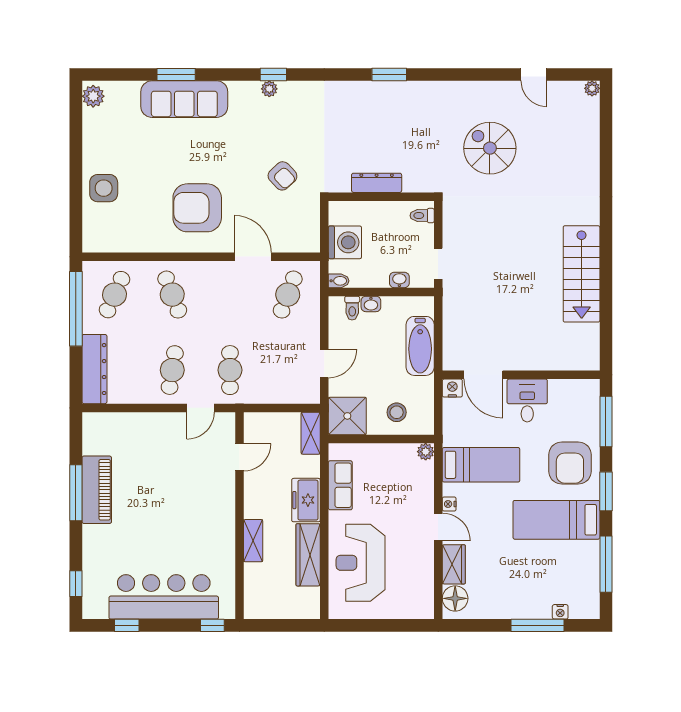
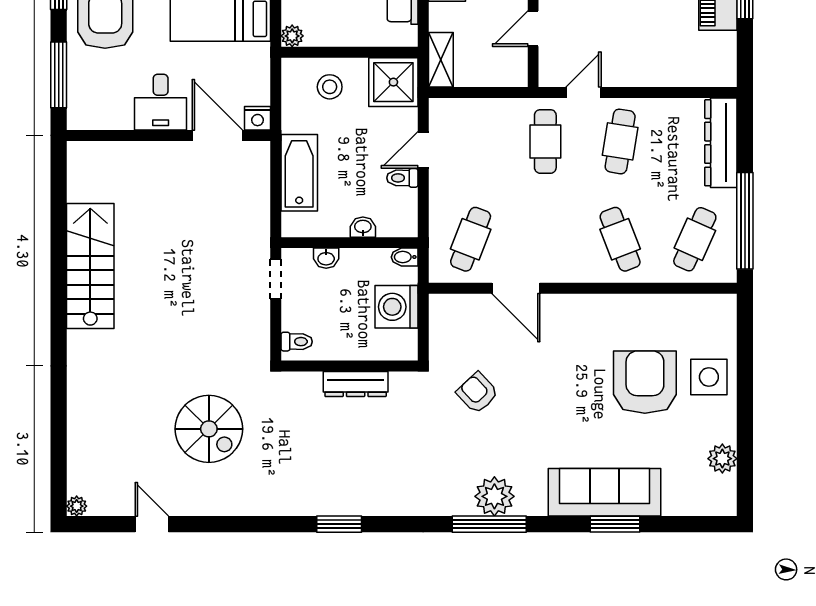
window: (273, 74) -> (489, 524), width x2.17
plant: (269, 89) -> (494, 496), width x1.88, depth x1.88
plant: (93, 96) -> (722, 459), moved
armchair: (197, 208) -> (645, 382), moved, turned -90
toilet: (352, 308) -> (402, 178), moved, turned -90

